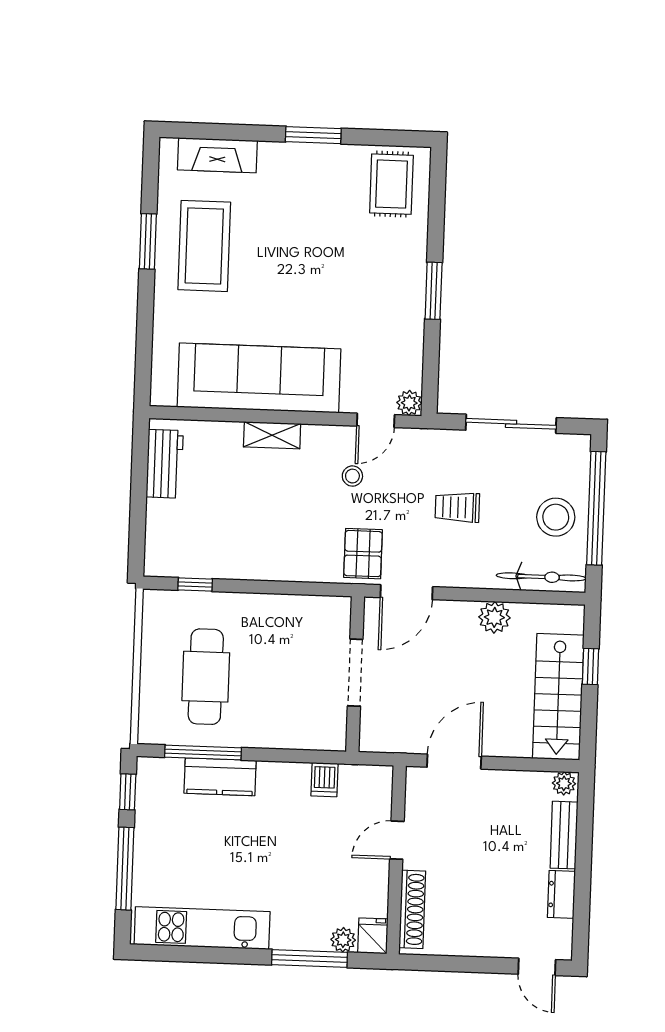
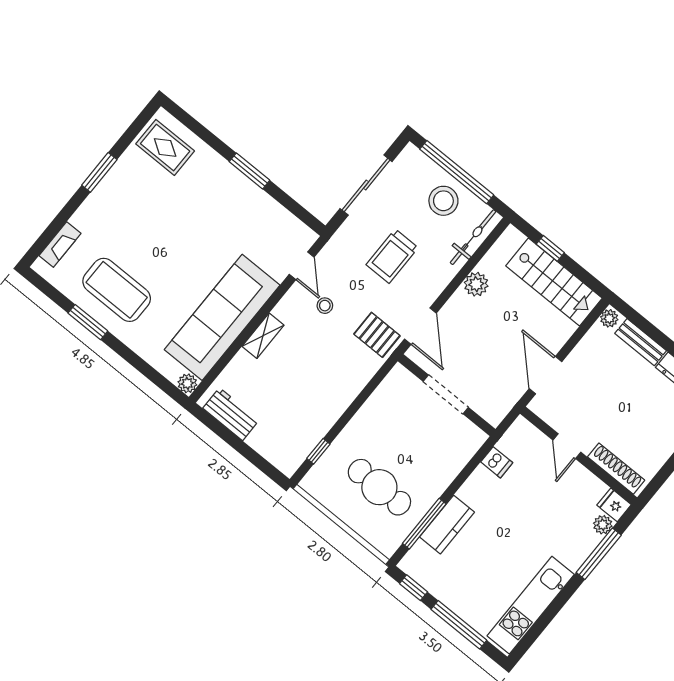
fireplace: (217, 155) -> (60, 244), width x0.73, depth x0.76
plant: (409, 403) -> (187, 383), moved
trolley: (457, 507) -> (392, 256), width x1.36, depth x1.39

